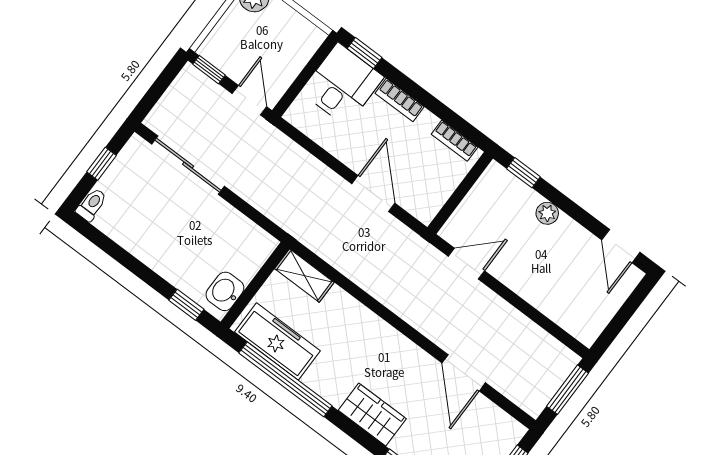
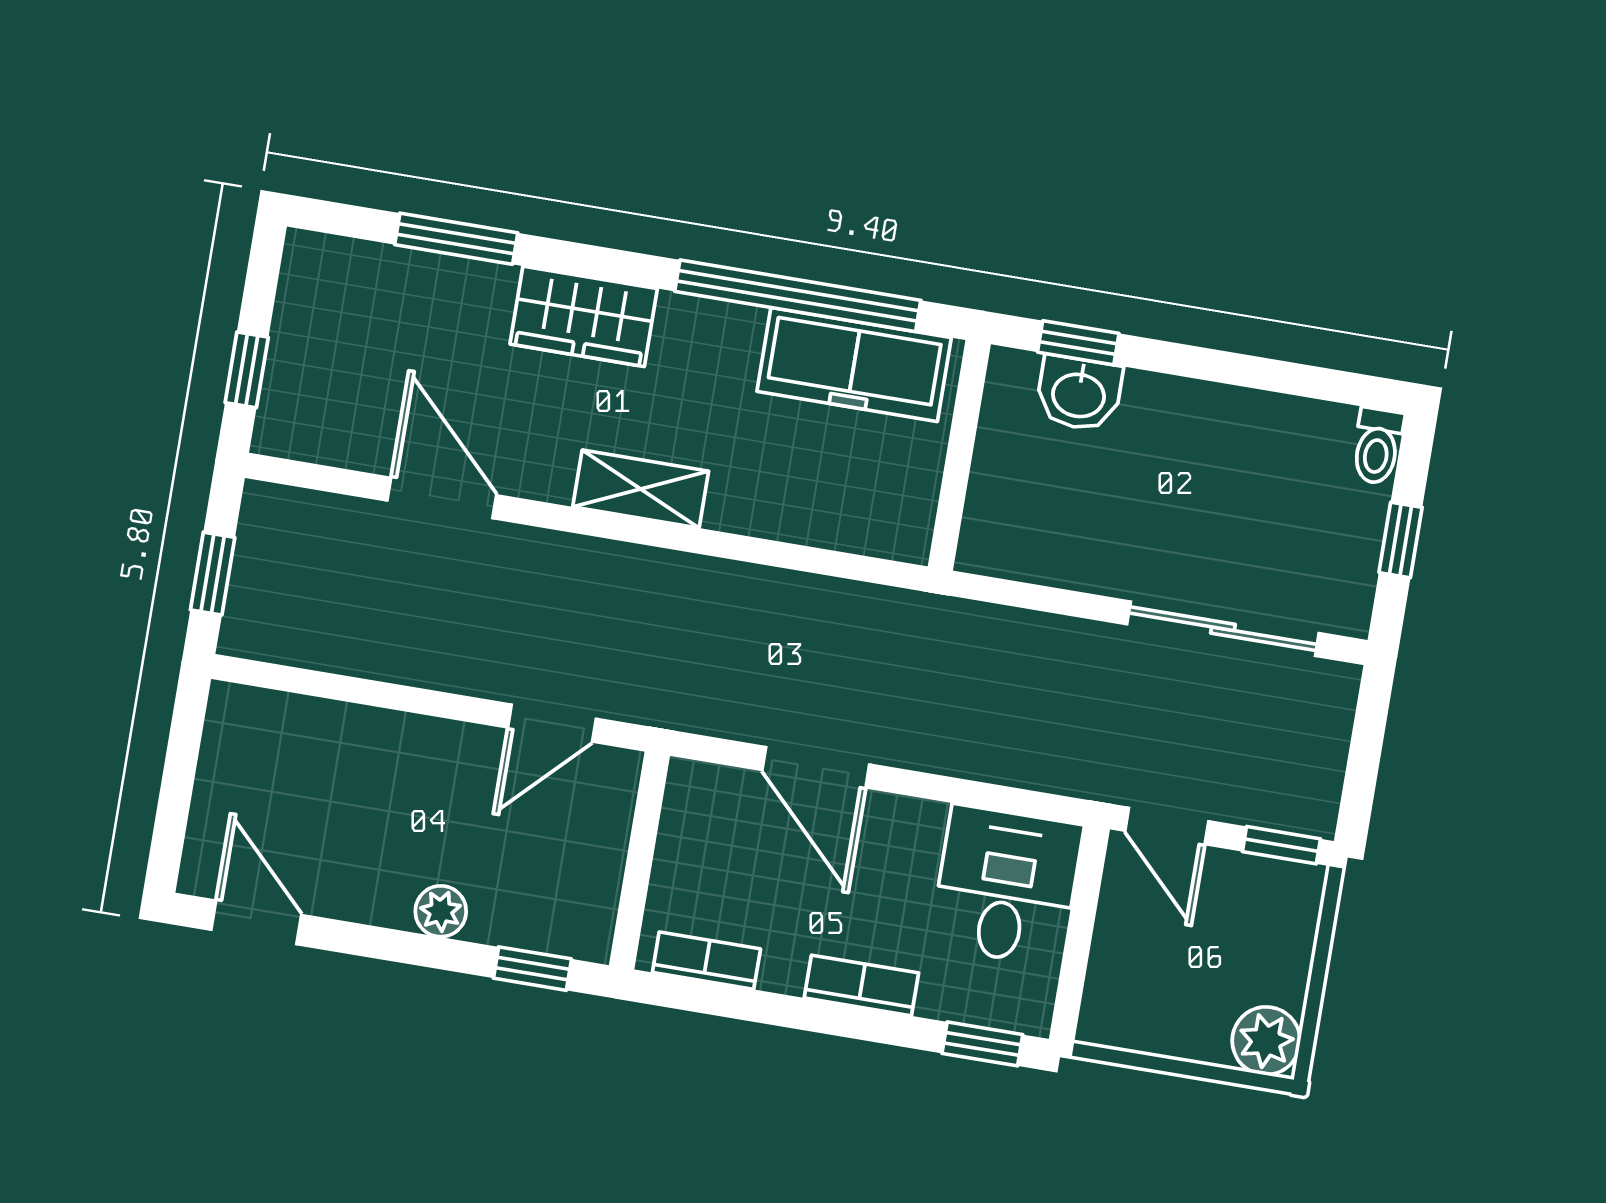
desk: (342, 84) -> (1007, 886), moved, turned 180
shelving: (304, 276) -> (641, 489), moved
washbasin: (225, 291) -> (1079, 393), moved, turned 90
window: (567, 390) -> (213, 574), width x0.67

